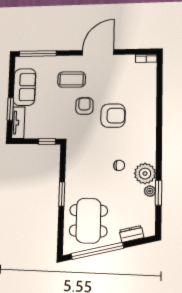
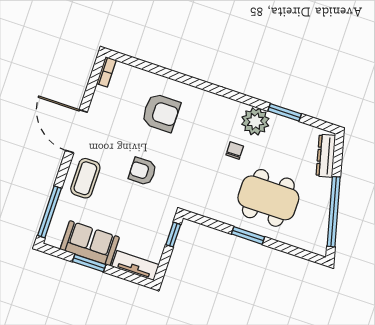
coffee table: (72, 80) -> (85, 178), moved
window: (10, 109) -> (89, 263), moved
armchair: (113, 116) -> (161, 113), moved, turned 90
plant: (150, 191) -> (279, 122), removed
dining table: (88, 221) -> (268, 198), moved
dresser: (132, 234) -> (326, 156), width x1.44

